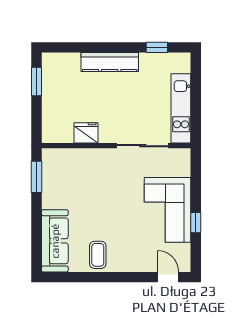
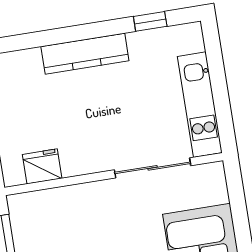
fridge: (86, 133) -> (42, 166), moved

